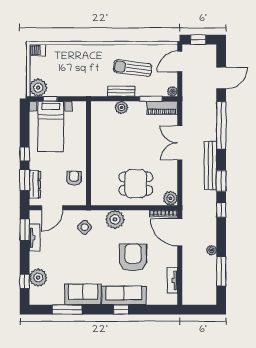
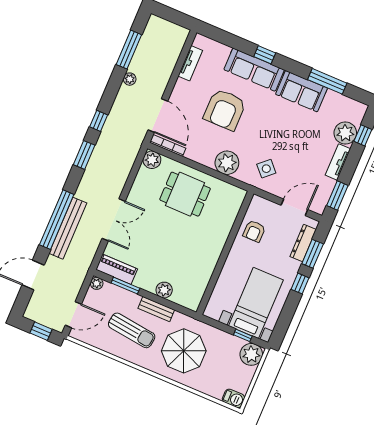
parasol: (88, 69) -> (184, 351), added
bench: (210, 165) -> (68, 228), moved
tv unit: (35, 238) -> (338, 162), moved

